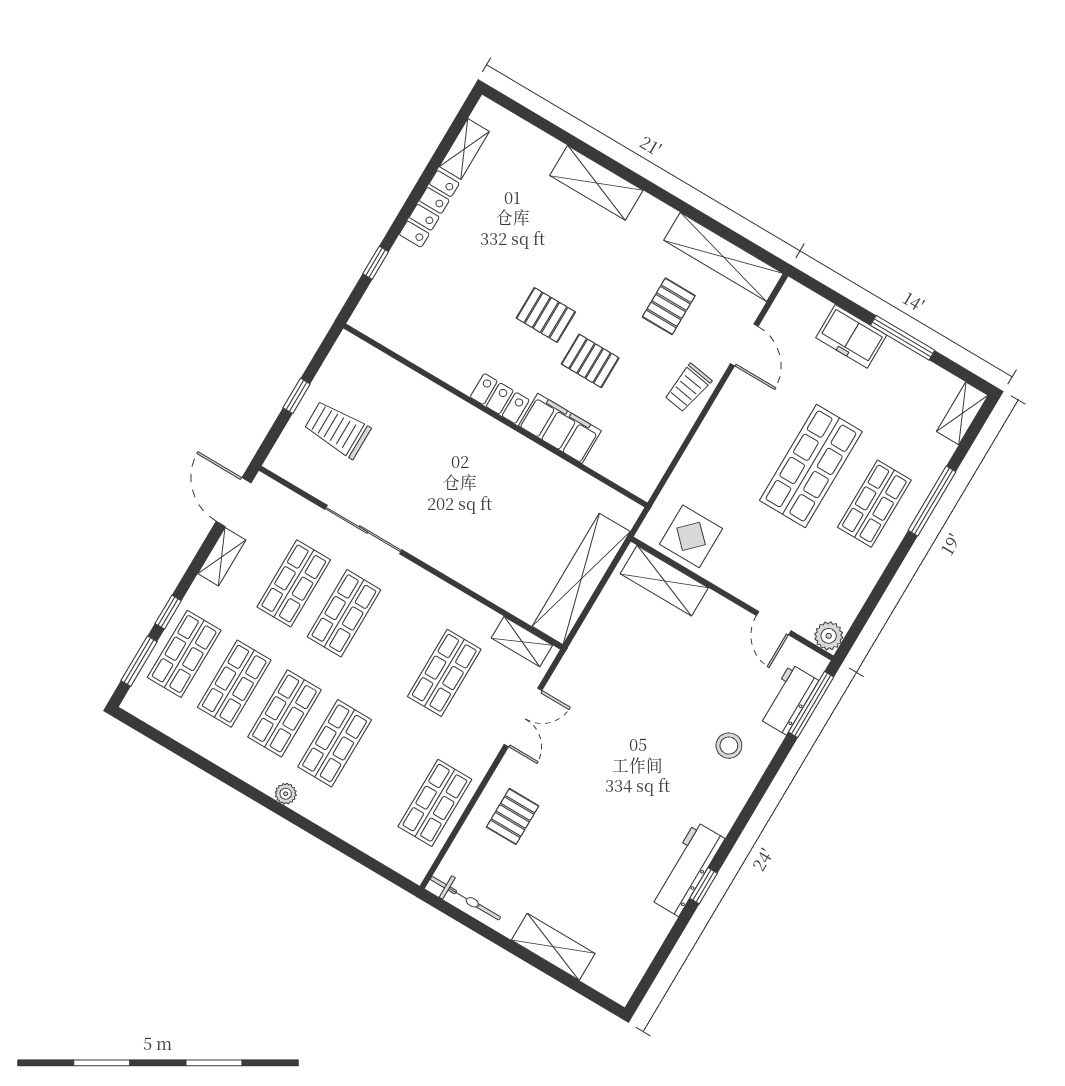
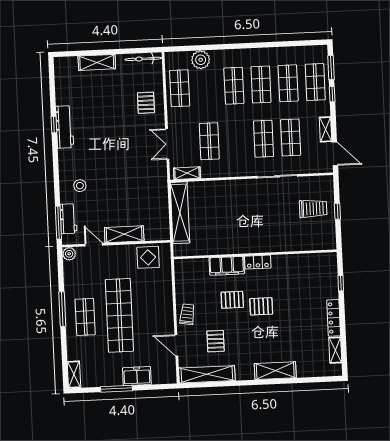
shop shelf: (811, 466) -> (119, 315), width x1.40
window: (932, 501) -> (62, 309), moved
shelving: (664, 581) -> (124, 234), moved
plant: (286, 794) -> (201, 60), moved, width x1.88, depth x1.88

